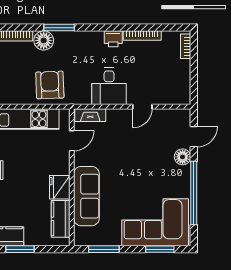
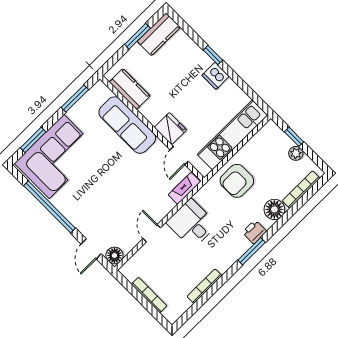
window: (59, 28) -> (252, 251), moved
printer: (113, 39) -> (254, 232), moved
bookcase: (186, 46) -> (149, 295), moved, width x1.56
armchair: (50, 85) -> (237, 181), turned 92
floor lamp: (183, 157) -> (114, 256), moved
fridge: (60, 187) -> (170, 129), moved

